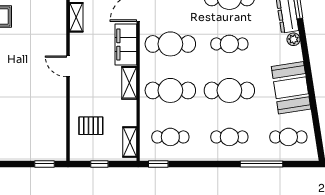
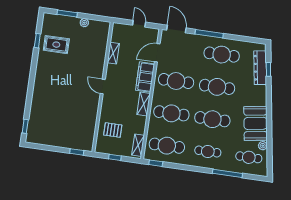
plant: (293, 39) -> (263, 146), moved
cafe table: (229, 44) -> (217, 87), width x1.37, depth x1.35
cafe table: (170, 137) -> (167, 146), width x1.37, depth x1.35

